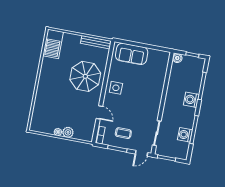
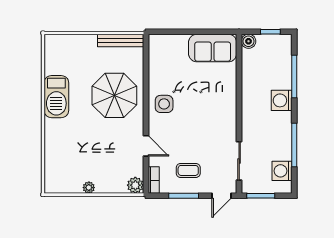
barbecue: (53, 44) -> (56, 97), moved
sofa: (132, 54) -> (213, 48), moved
plant: (68, 132) -> (135, 185), moved
washing machine: (185, 135) -> (282, 171), moved

